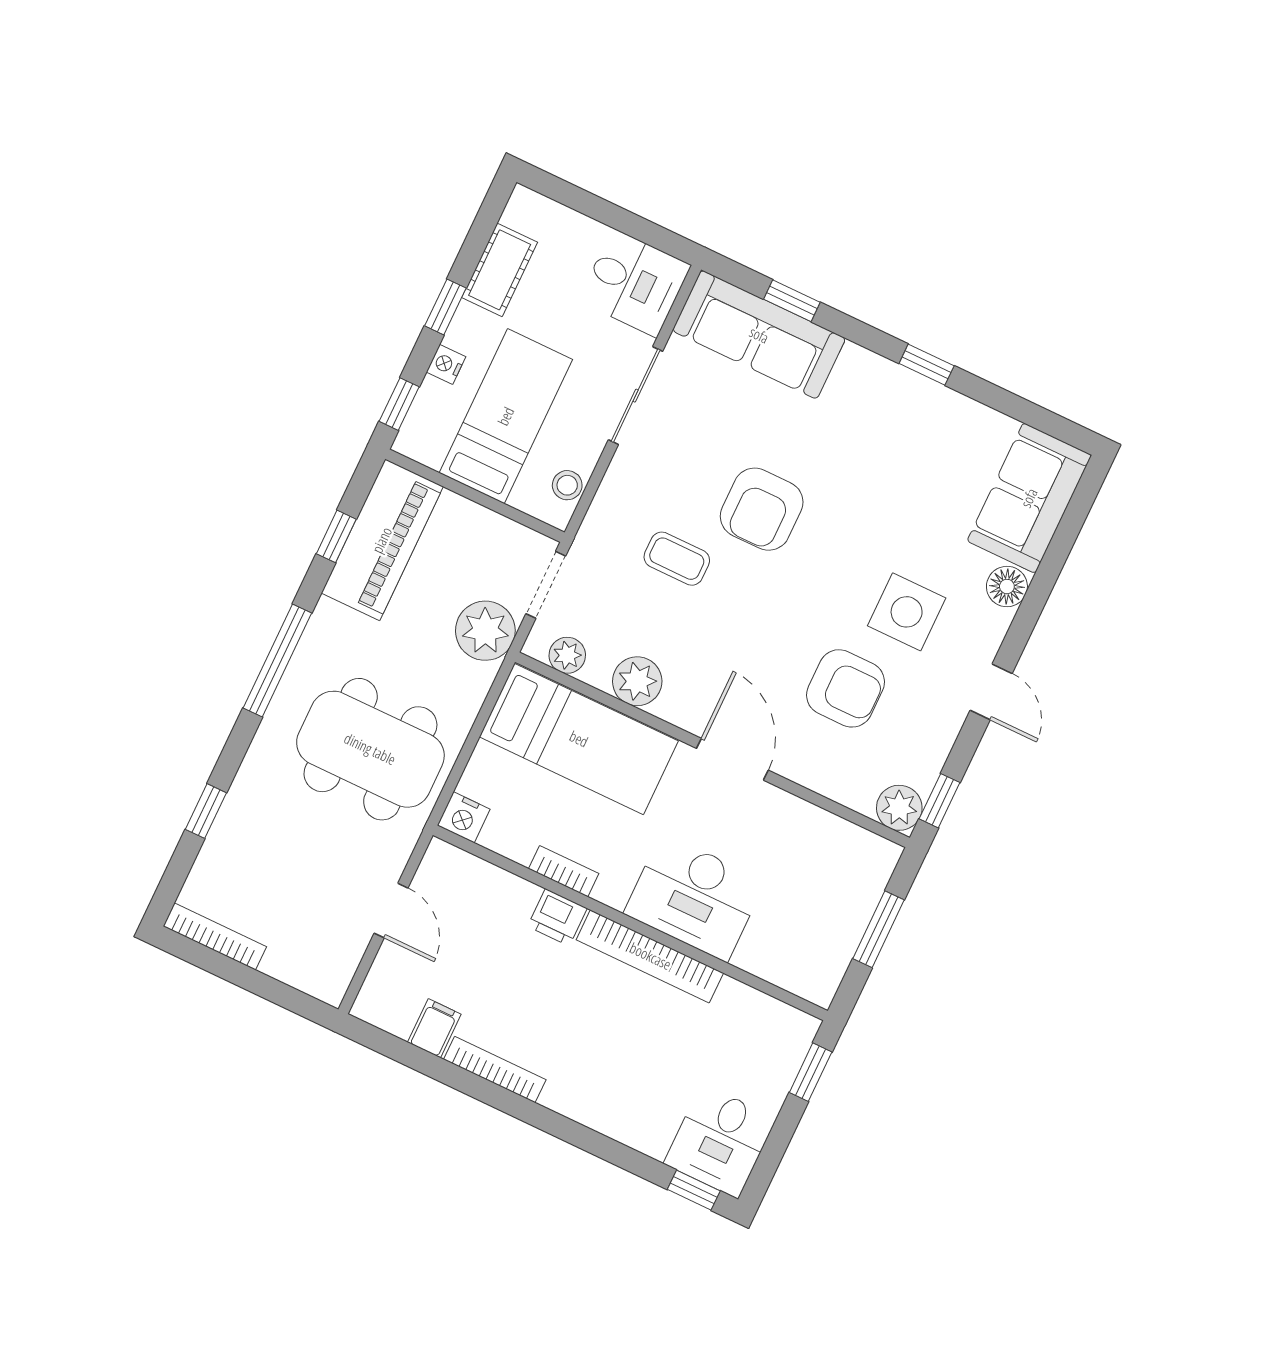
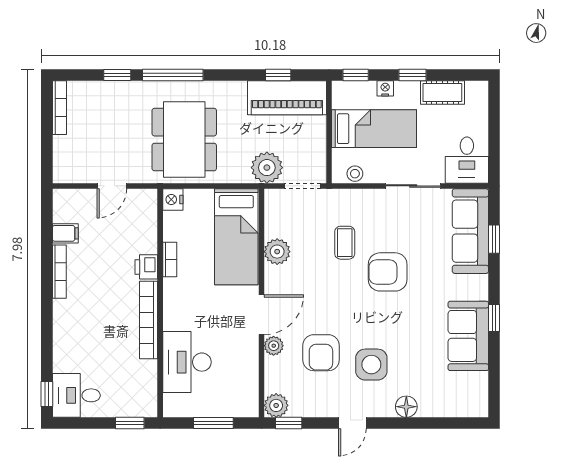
sofa: (1029, 498) -> (468, 336), moved, turned -90
plant: (567, 655) -> (274, 346), moved
window: (277, 661) -> (173, 75), moved
desk: (694, 897) -> (187, 362), moved

